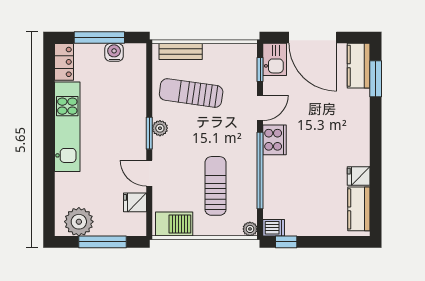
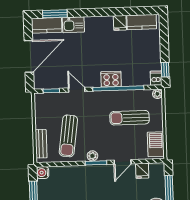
water cooler: (114, 52) -> (43, 173), moved
kitchen sink: (275, 59) -> (73, 25), moved, turned 180
cooker: (274, 140) -> (111, 79), moved

